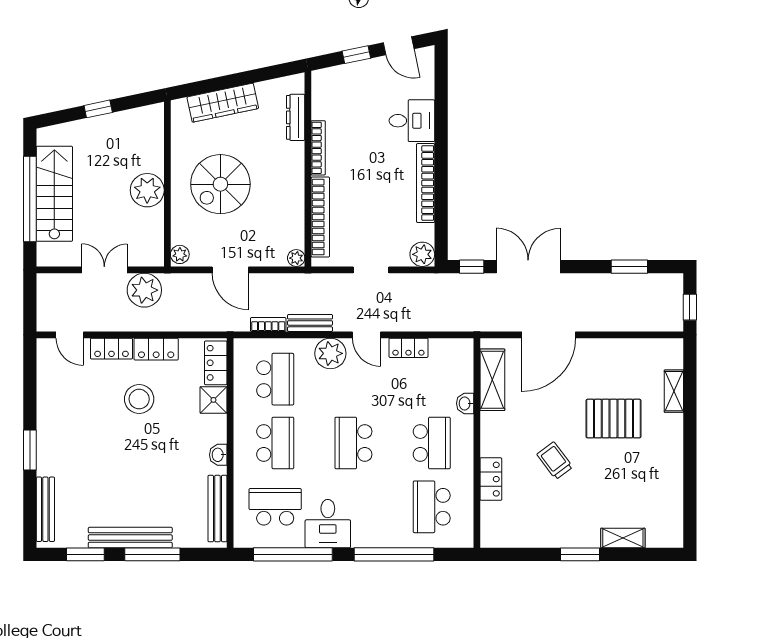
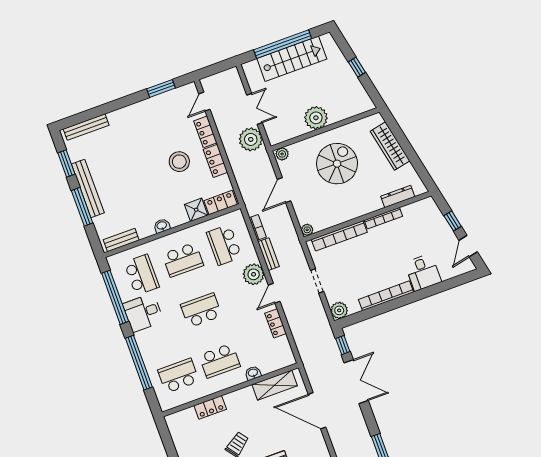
spiral stairs: (220, 184) -> (337, 164), turned 90
school desk: (275, 379) -> (224, 245), turned 90
window: (30, 450) -> (161, 88), moved
bench: (217, 509) -> (121, 240), width x0.73

